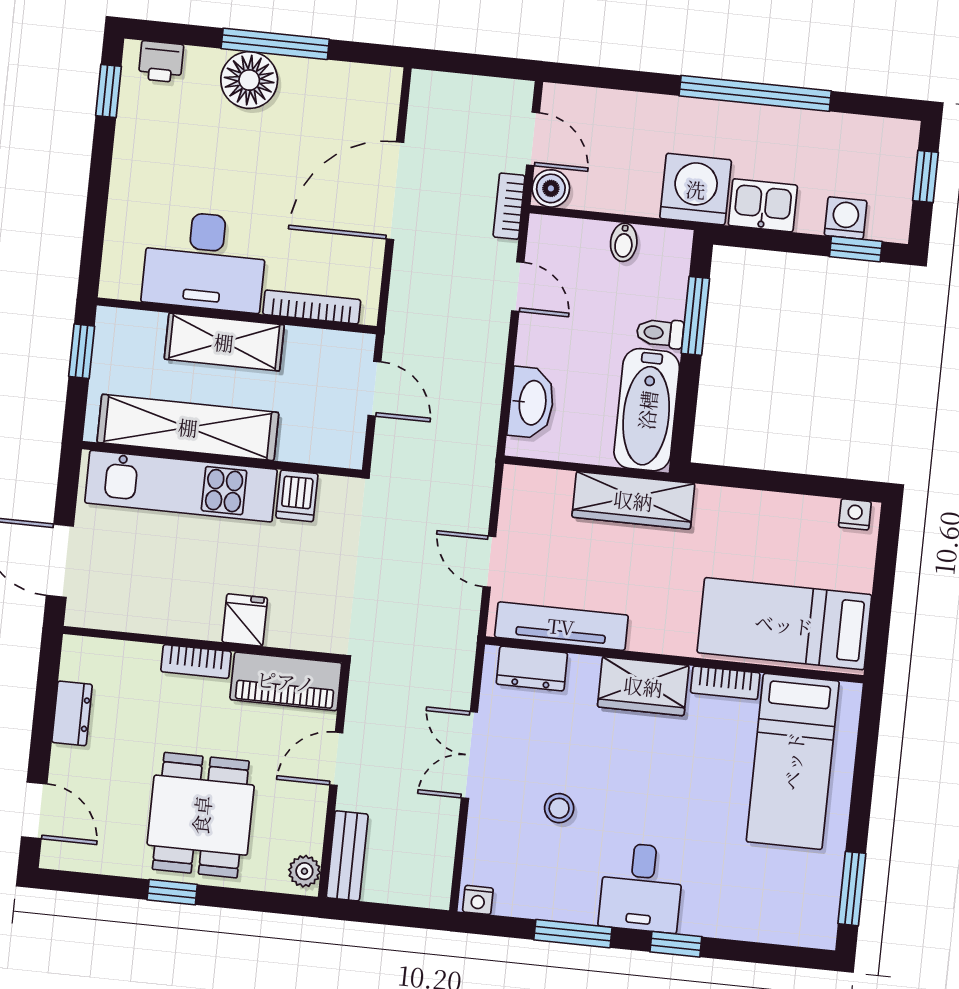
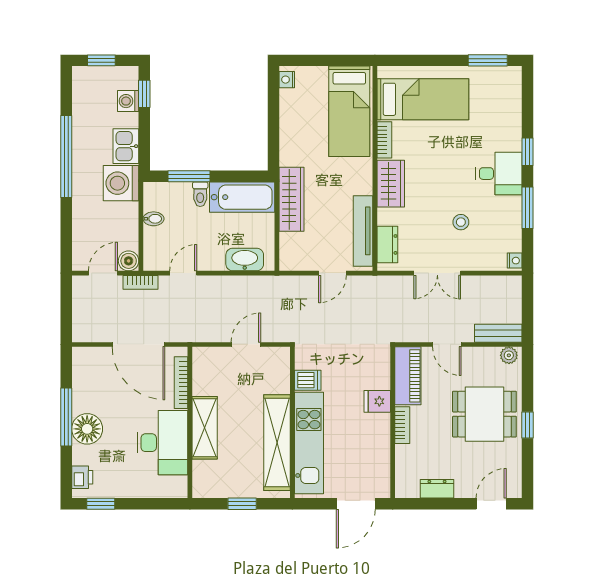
desk: (205, 261) -> (162, 443), moved
bookcase: (312, 307) -> (181, 383), moved
wall: (237, 316) -> (190, 422), moved
shelving: (224, 342) -> (205, 428), moved

